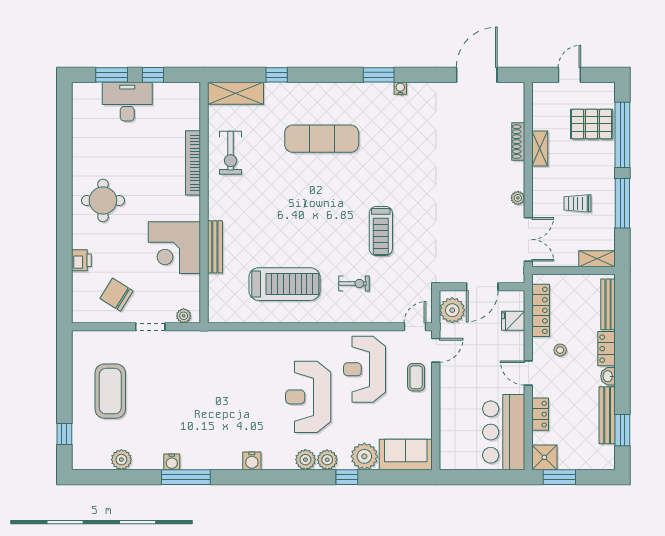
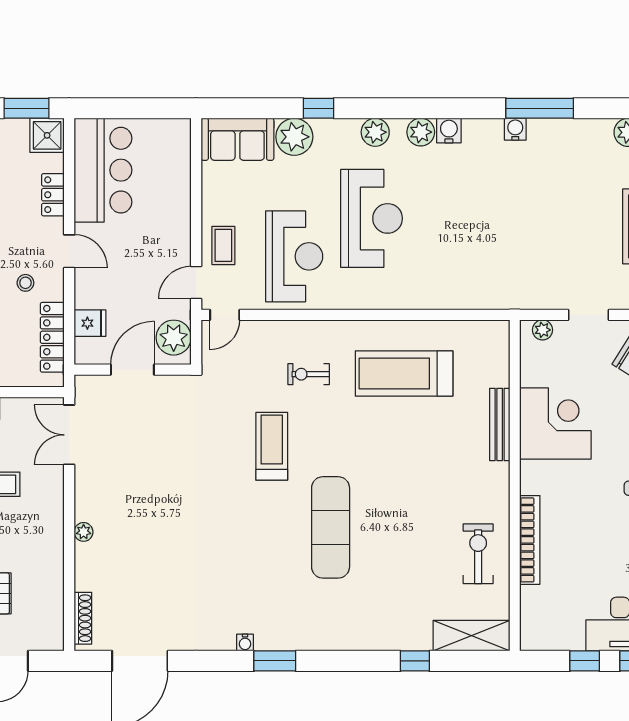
exercise mat: (322, 139) -> (331, 527), moved, turned 90
shoe rack: (518, 142) -> (83, 618), moved
shelving: (540, 148) -> (53, 560), removed
plant: (518, 198) -> (84, 532), moved
plant: (327, 460) -> (421, 132), moved
water cooler: (172, 462) -> (515, 129), moved

